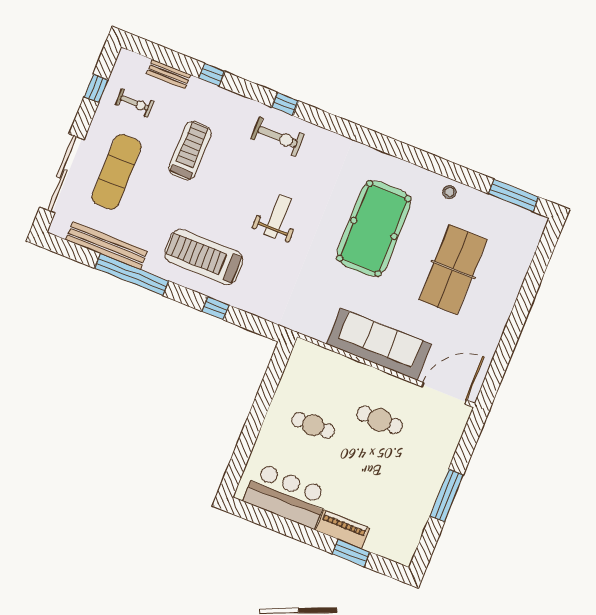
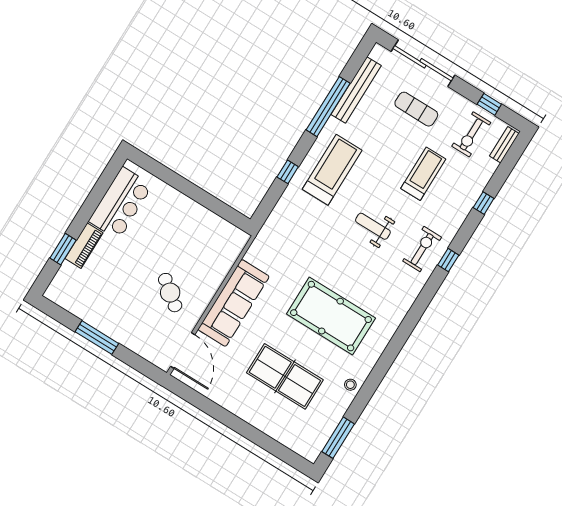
bench: (169, 74) -> (504, 145), moved
exercise bike: (135, 103) -> (471, 134), width x1.38, depth x1.39
exercise bike: (278, 137) -> (422, 249), turned 180
treadmill: (190, 151) -> (423, 174), turned -90
exercise mat: (116, 172) -> (416, 109), width x0.73, depth x0.69
weight bench: (278, 217) -> (373, 226), moved, turned 180
cafe table: (380, 420) -> (170, 293), turned -52
cafe table: (313, 425) -> (175, 236), removed

